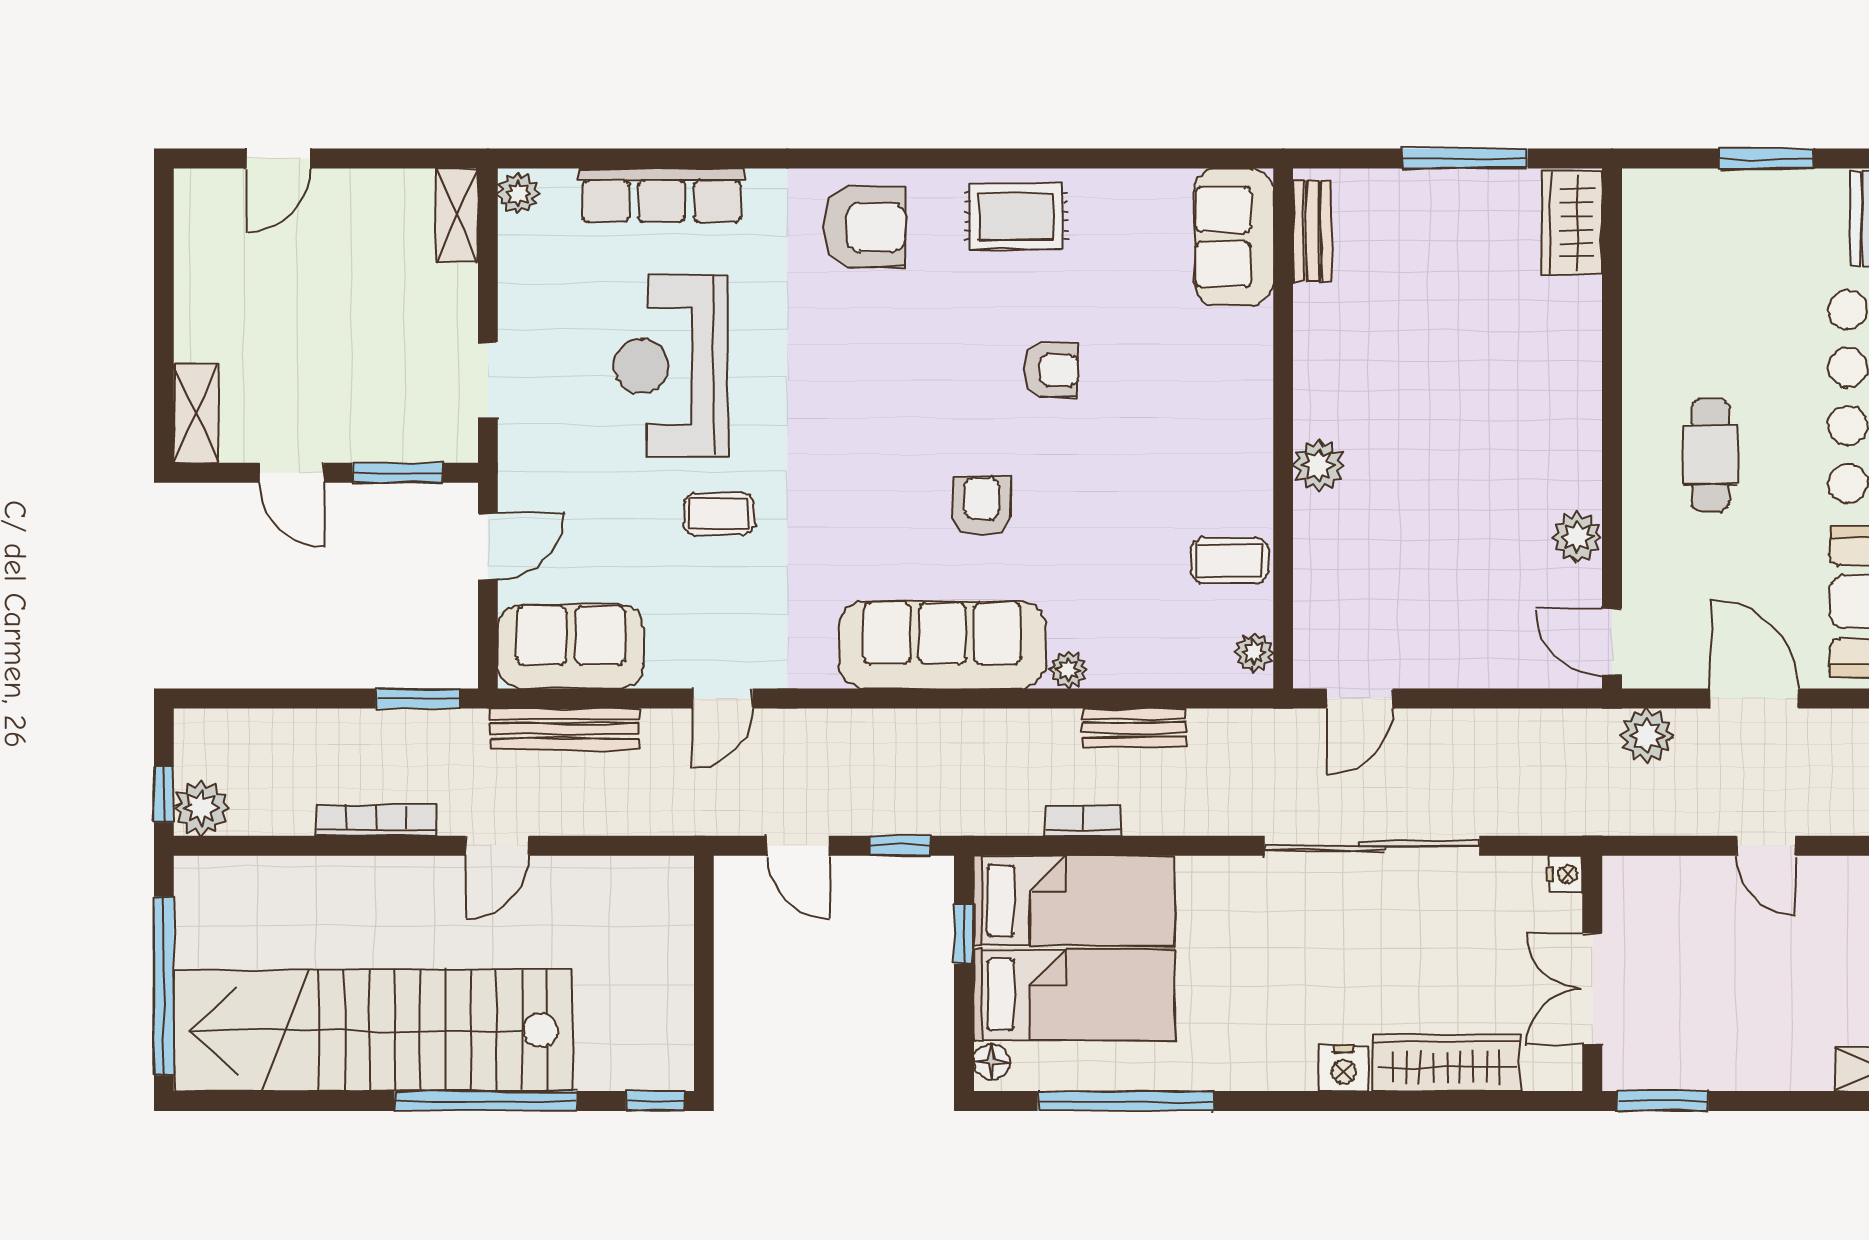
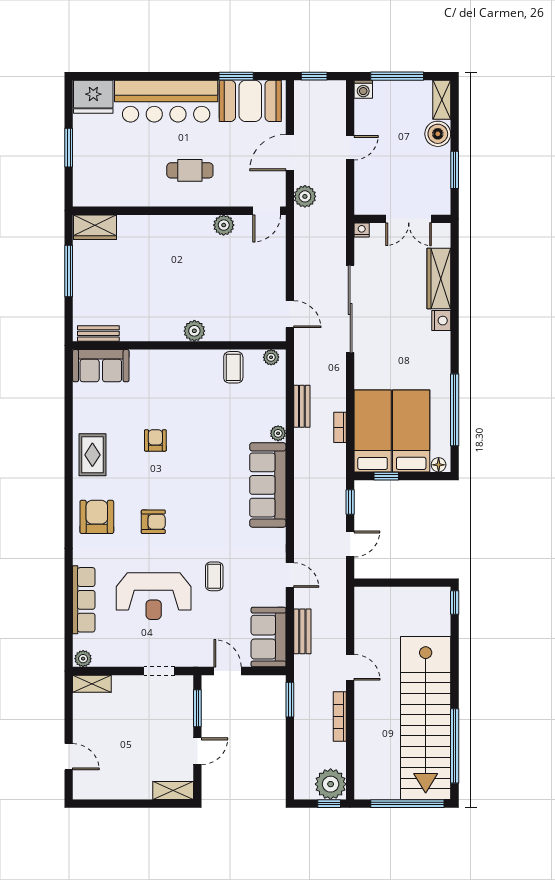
armchair: (982, 506) -> (153, 522), moved, turned 180
bench: (565, 729) -> (302, 631), width x0.73
plant: (202, 808) -> (331, 784), width x1.36, depth x1.36
boiler: (1800, 1060) -> (438, 134), added
window: (486, 1101) -> (455, 746), moved
window: (1663, 1101) -> (455, 170), moved

